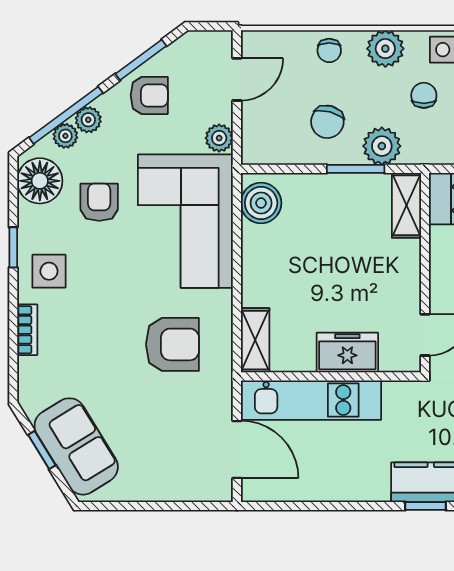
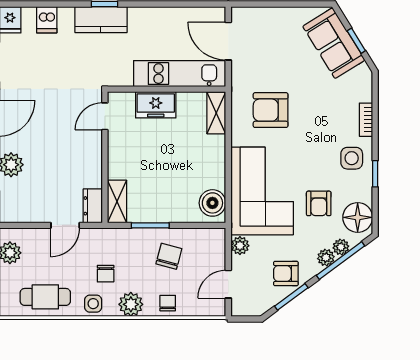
plant: (382, 146) -> (133, 240), removed

